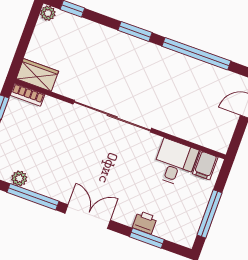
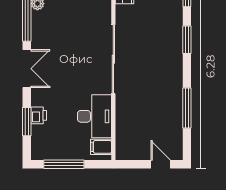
window: (135, 31) -> (187, 40), moved
window: (196, 54) -> (187, 108), width x0.68
desk: (175, 163) -> (94, 116), width x1.37

